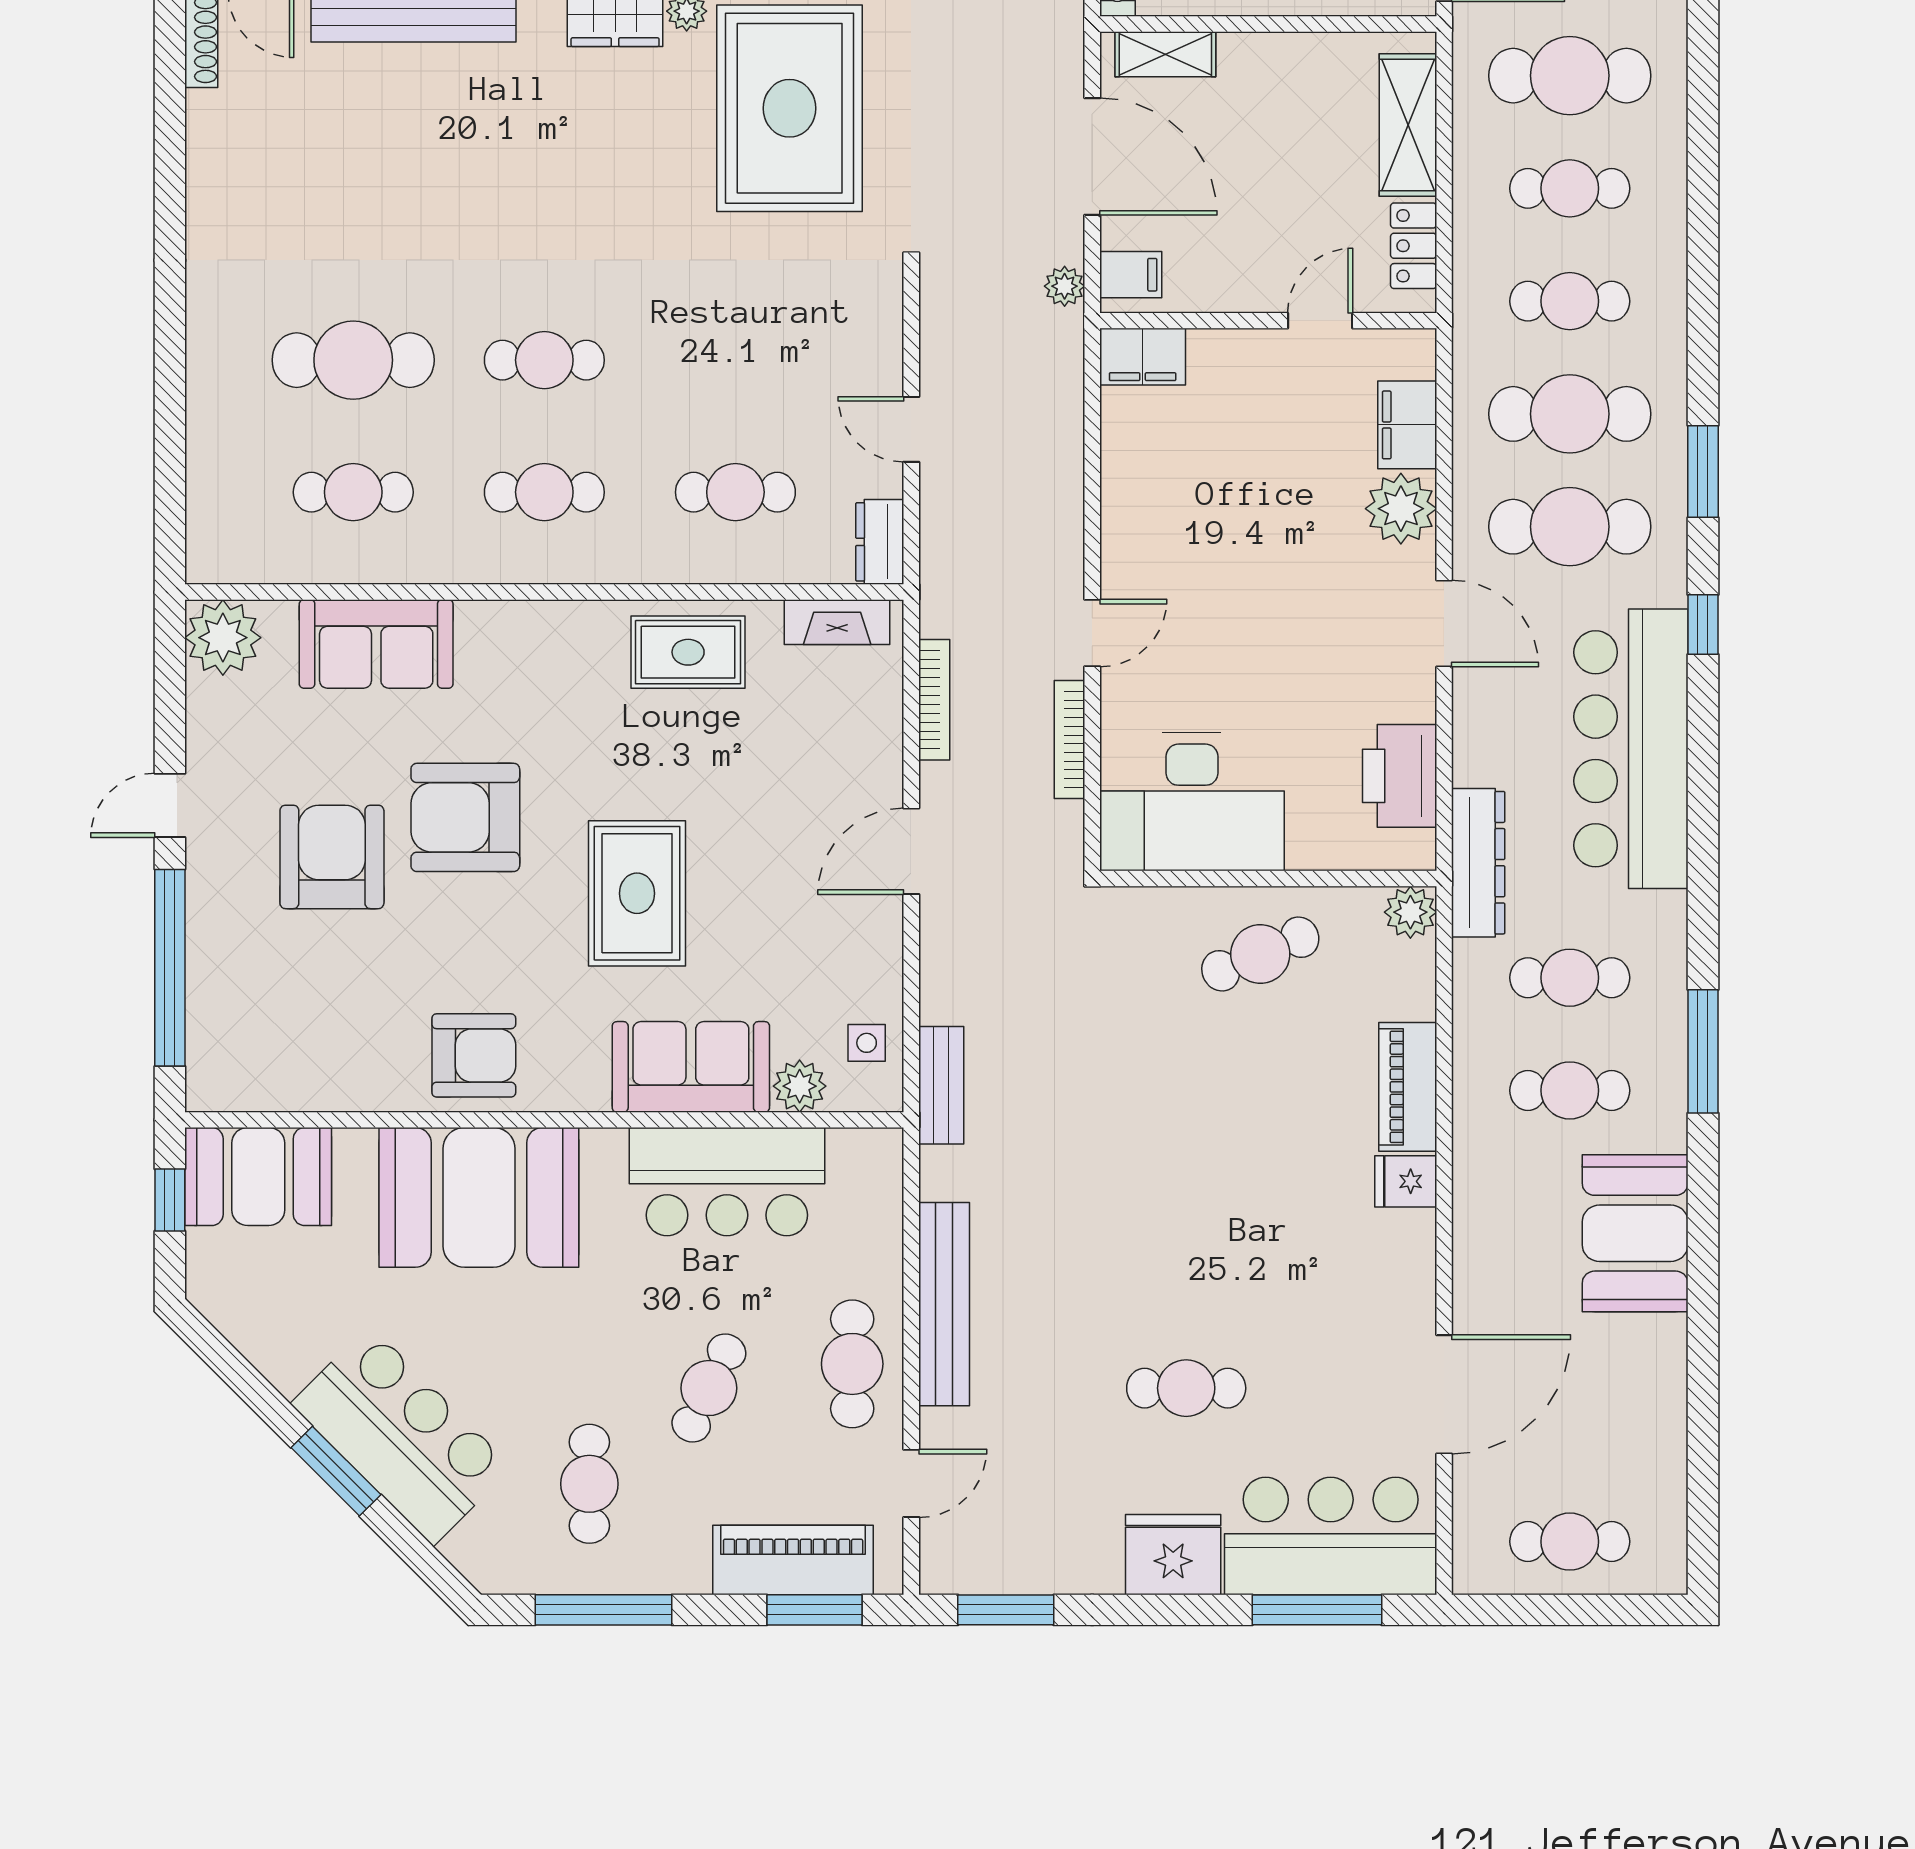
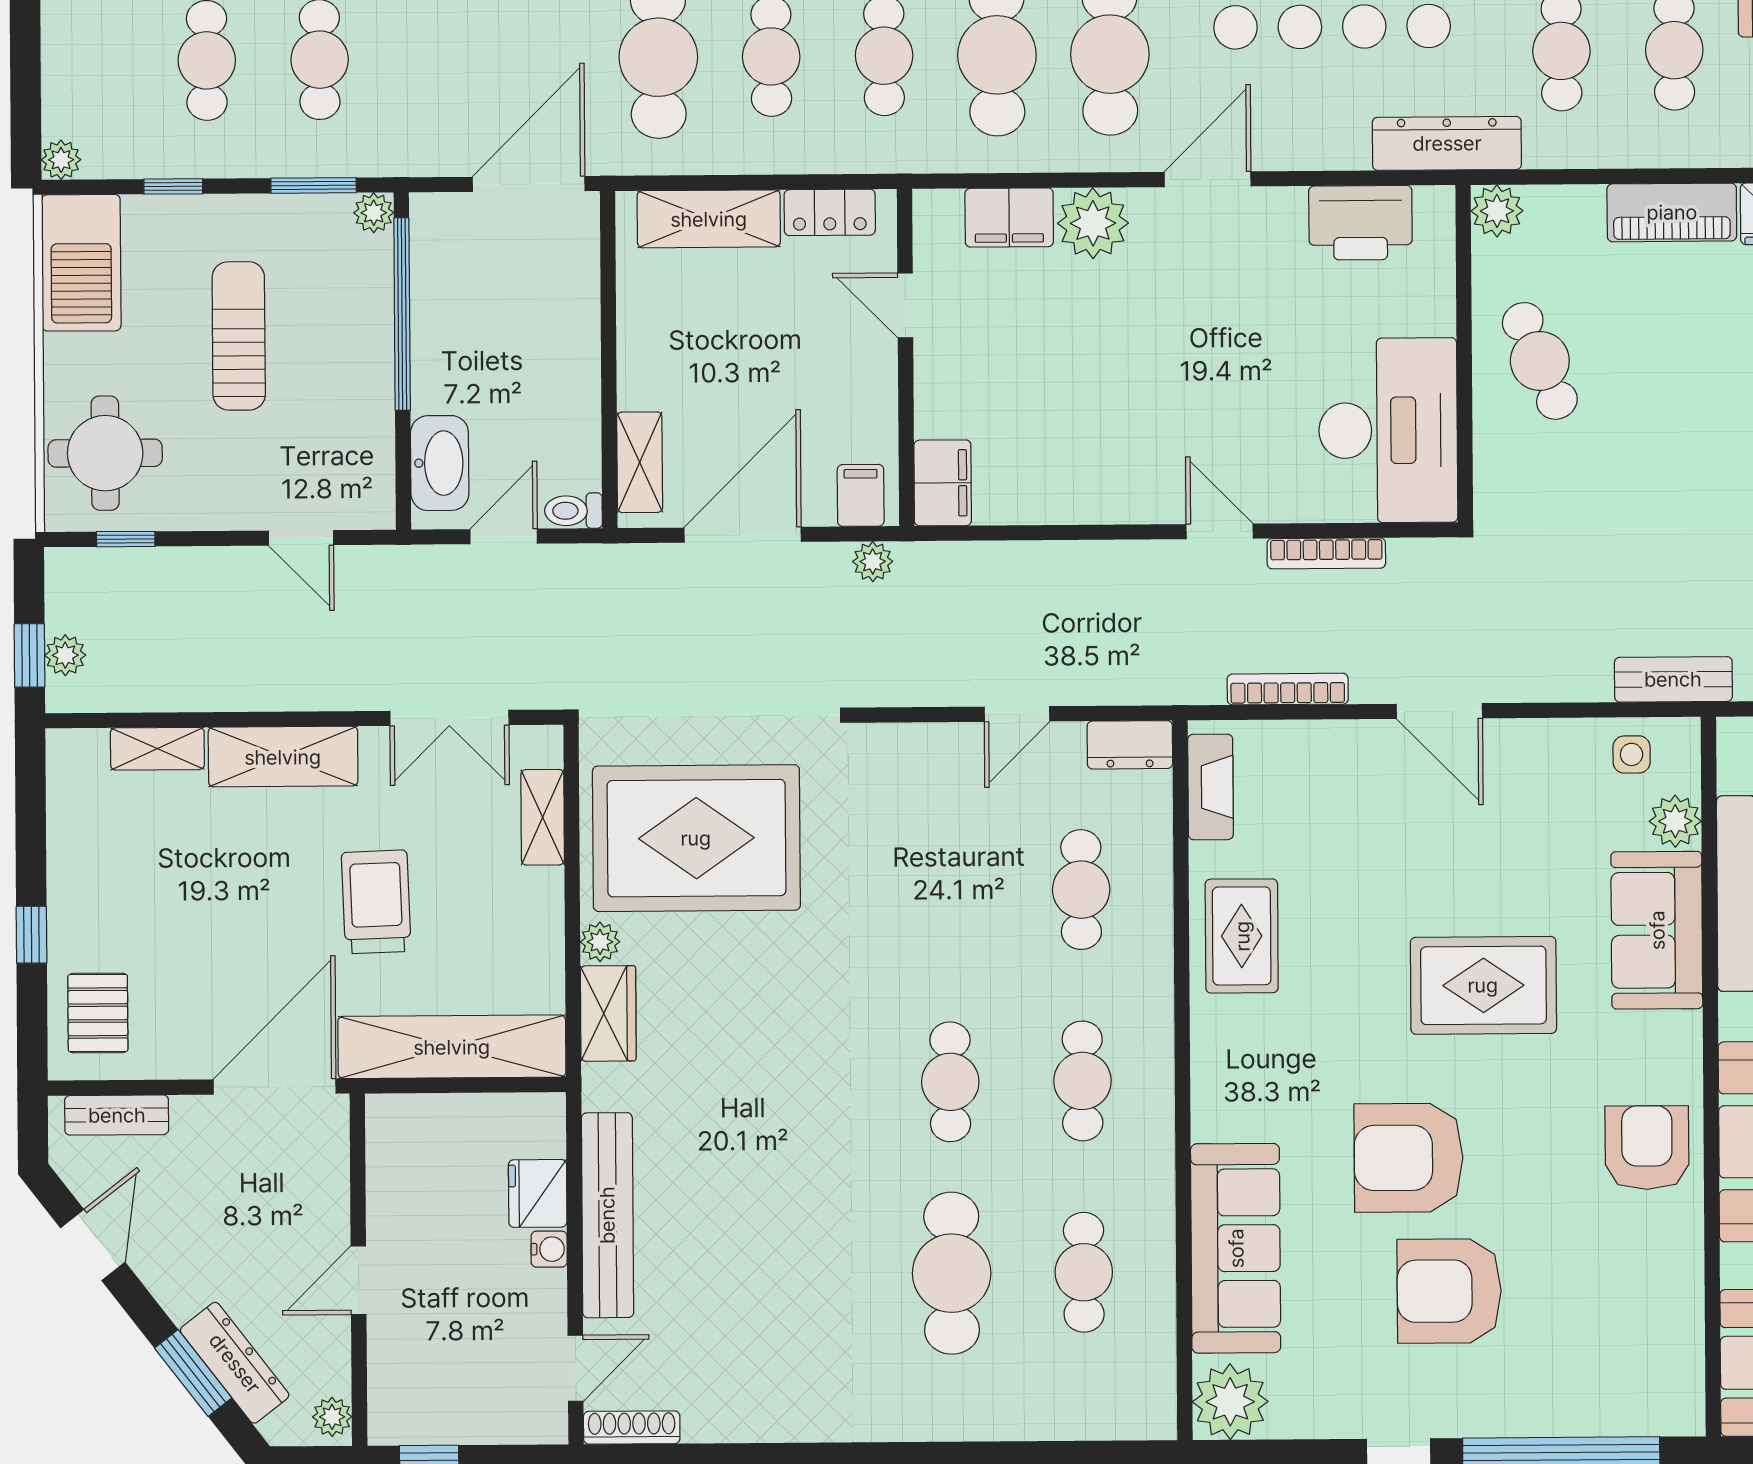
sofa: (376, 644) -> (1236, 1248), width x1.36
armchair: (465, 817) -> (1409, 1158), turned 90

